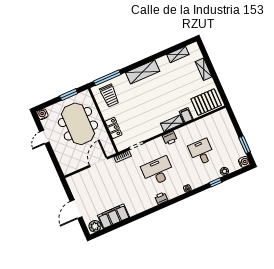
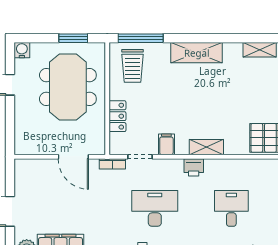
filing cabinet: (186, 115) -> (166, 144), moved
door: (99, 162) -> (73, 157), swing flipped

